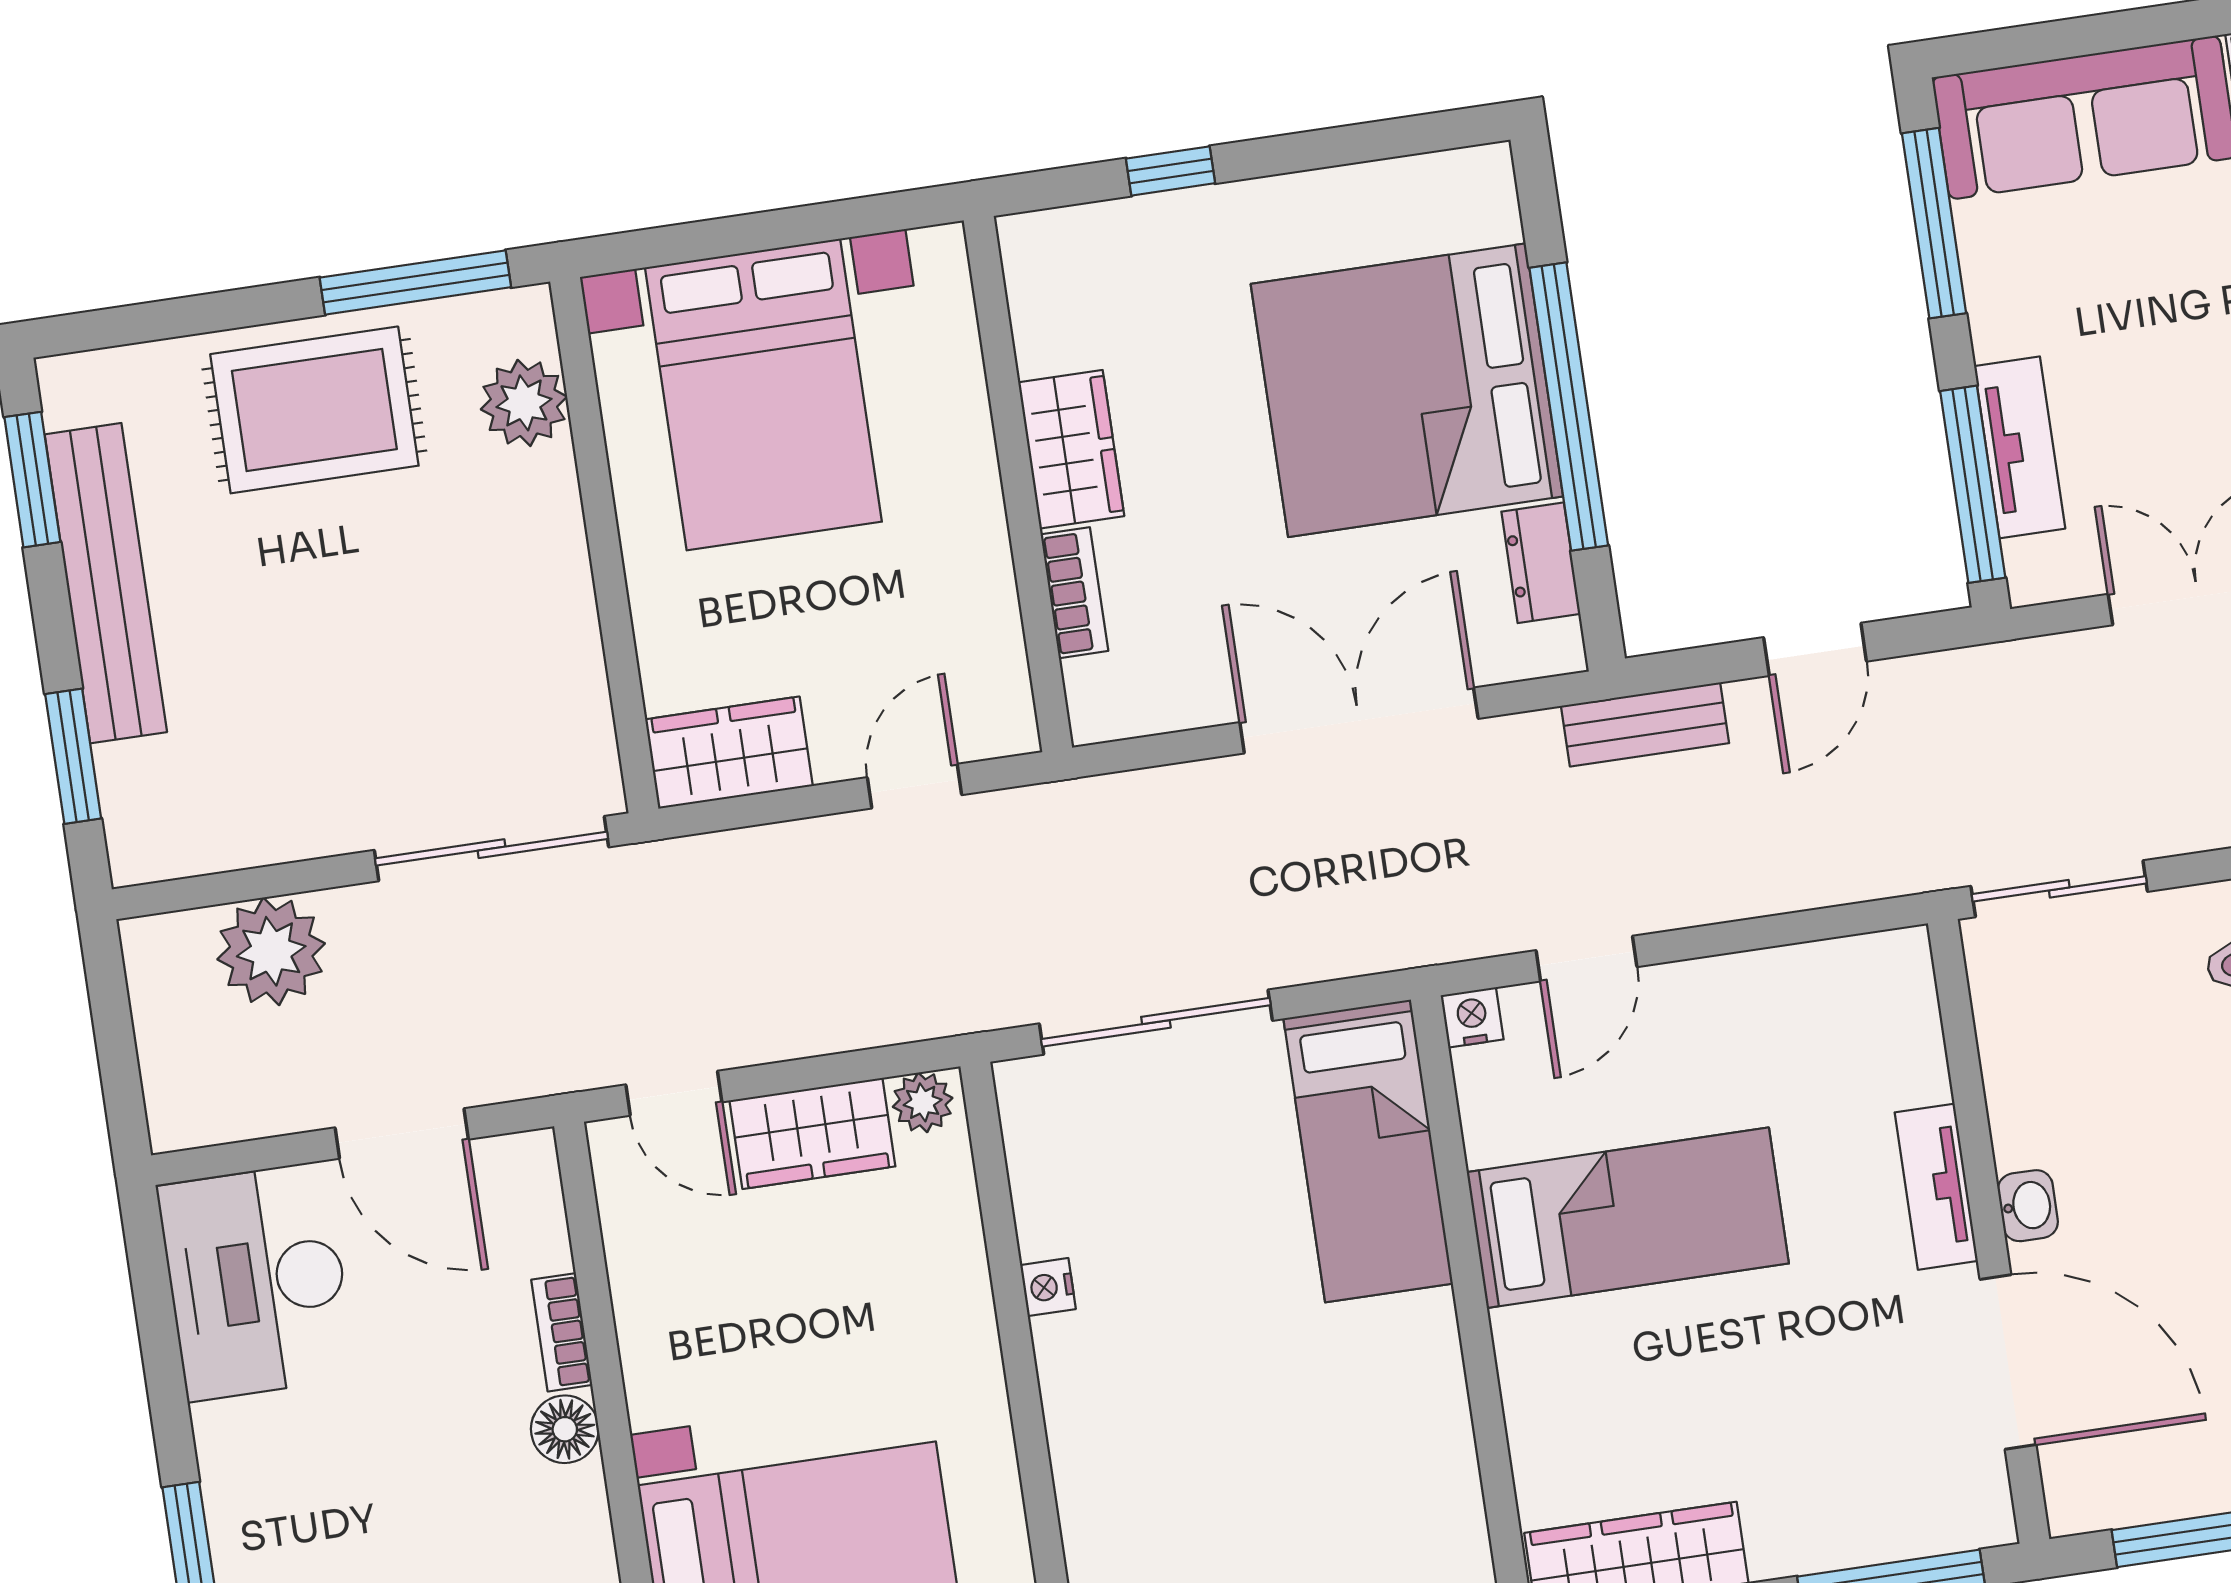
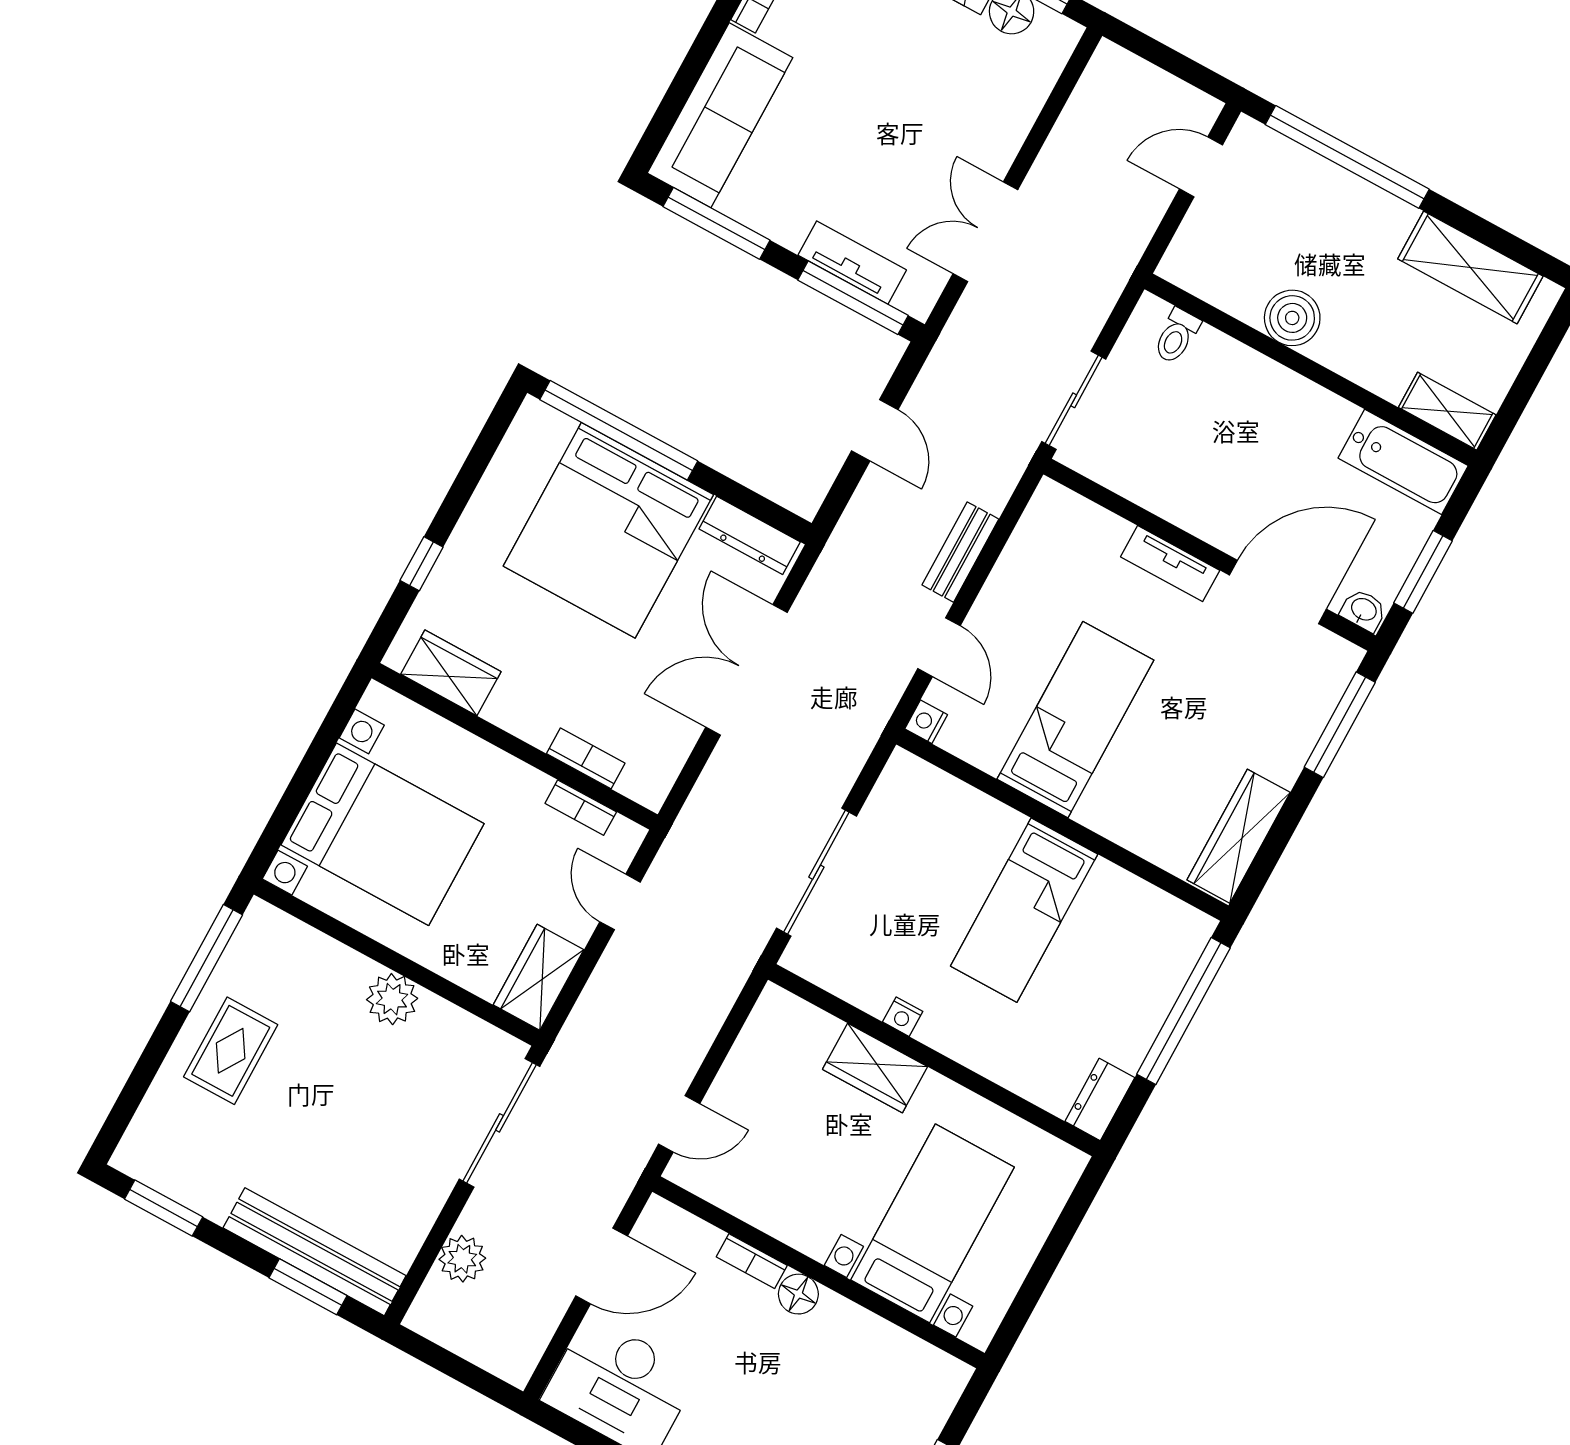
plant: (524, 403) -> (392, 999), moved
window: (1569, 407) -> (619, 430), moved
rug: (314, 410) -> (231, 1051), width x0.73, depth x0.70
wardrobe: (1071, 449) -> (451, 673), moved
dresser: (1541, 563) -> (750, 535), width x1.44
bench: (106, 583) -> (315, 1252), moved
bookcase: (1002, 636) -> (581, 808), added
bench: (1645, 724) -> (960, 552), moved
plant: (271, 951) -> (462, 1259), width x0.73, depth x0.73
plant: (923, 1102) -> (771, 1010), removed
wardrobe: (812, 1133) -> (875, 1068), moved, turned 90
bed: (1368, 1151) -> (1024, 910), moved, turned 90
washbasin: (2028, 1206) -> (1363, 610), moved

